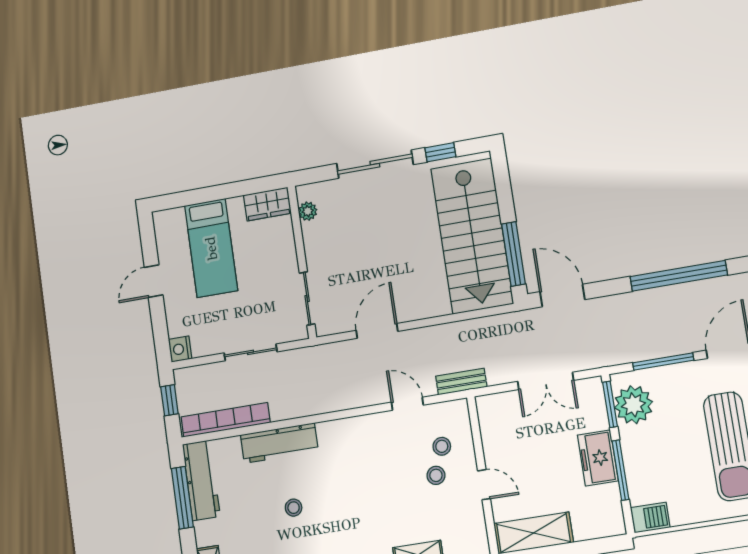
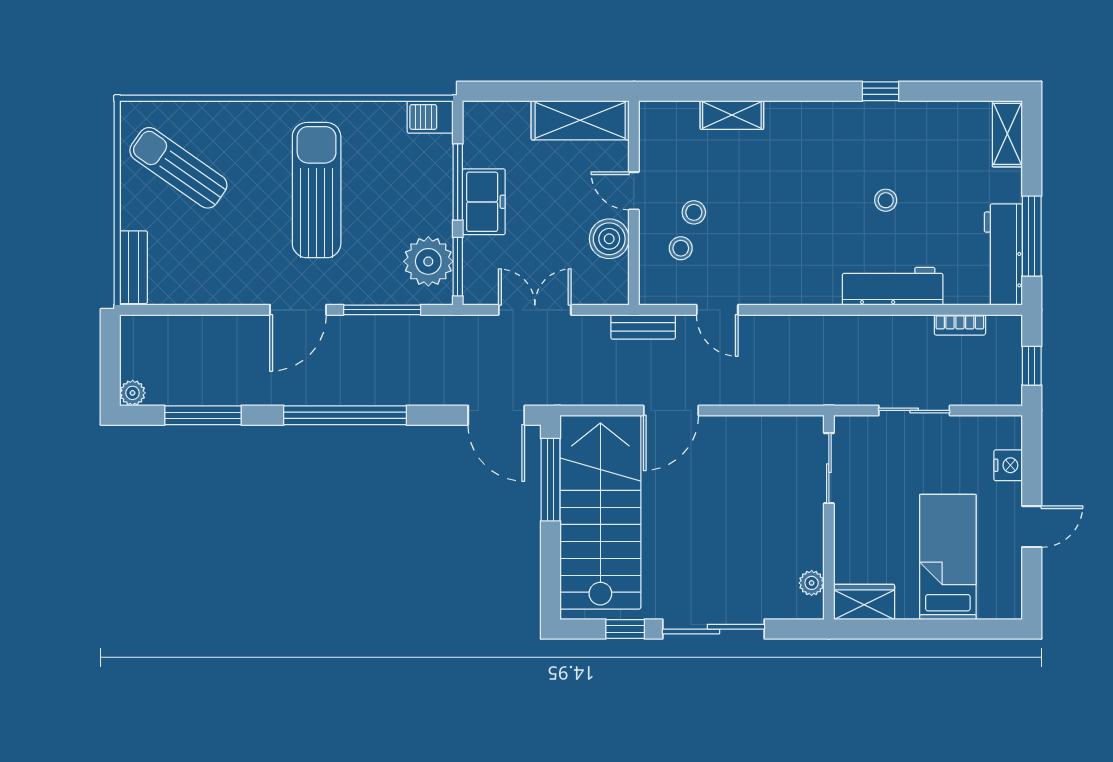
door: (377, 331) -> (671, 410), moved
nightstand: (180, 349) -> (1008, 465), moved
bookcase: (226, 420) -> (960, 325), width x0.43, depth x0.76
boiler: (497, 445) -> (609, 239), added

